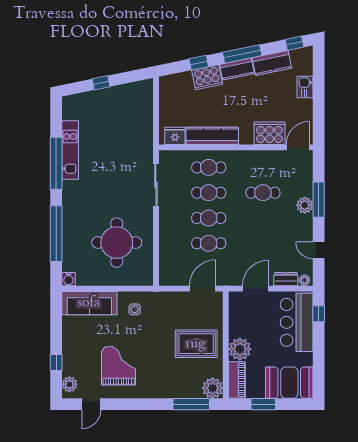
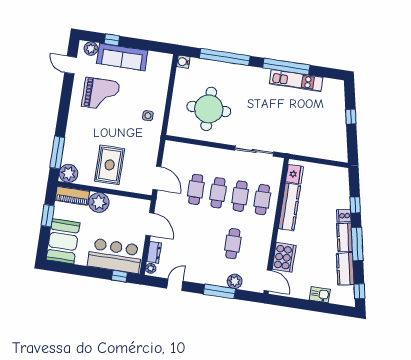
cooker: (207, 77) -> (344, 216), width x0.53, depth x0.76
plant: (305, 205) -> (235, 281), moved
sofa: (89, 303) -> (122, 57), moved, turned -90

